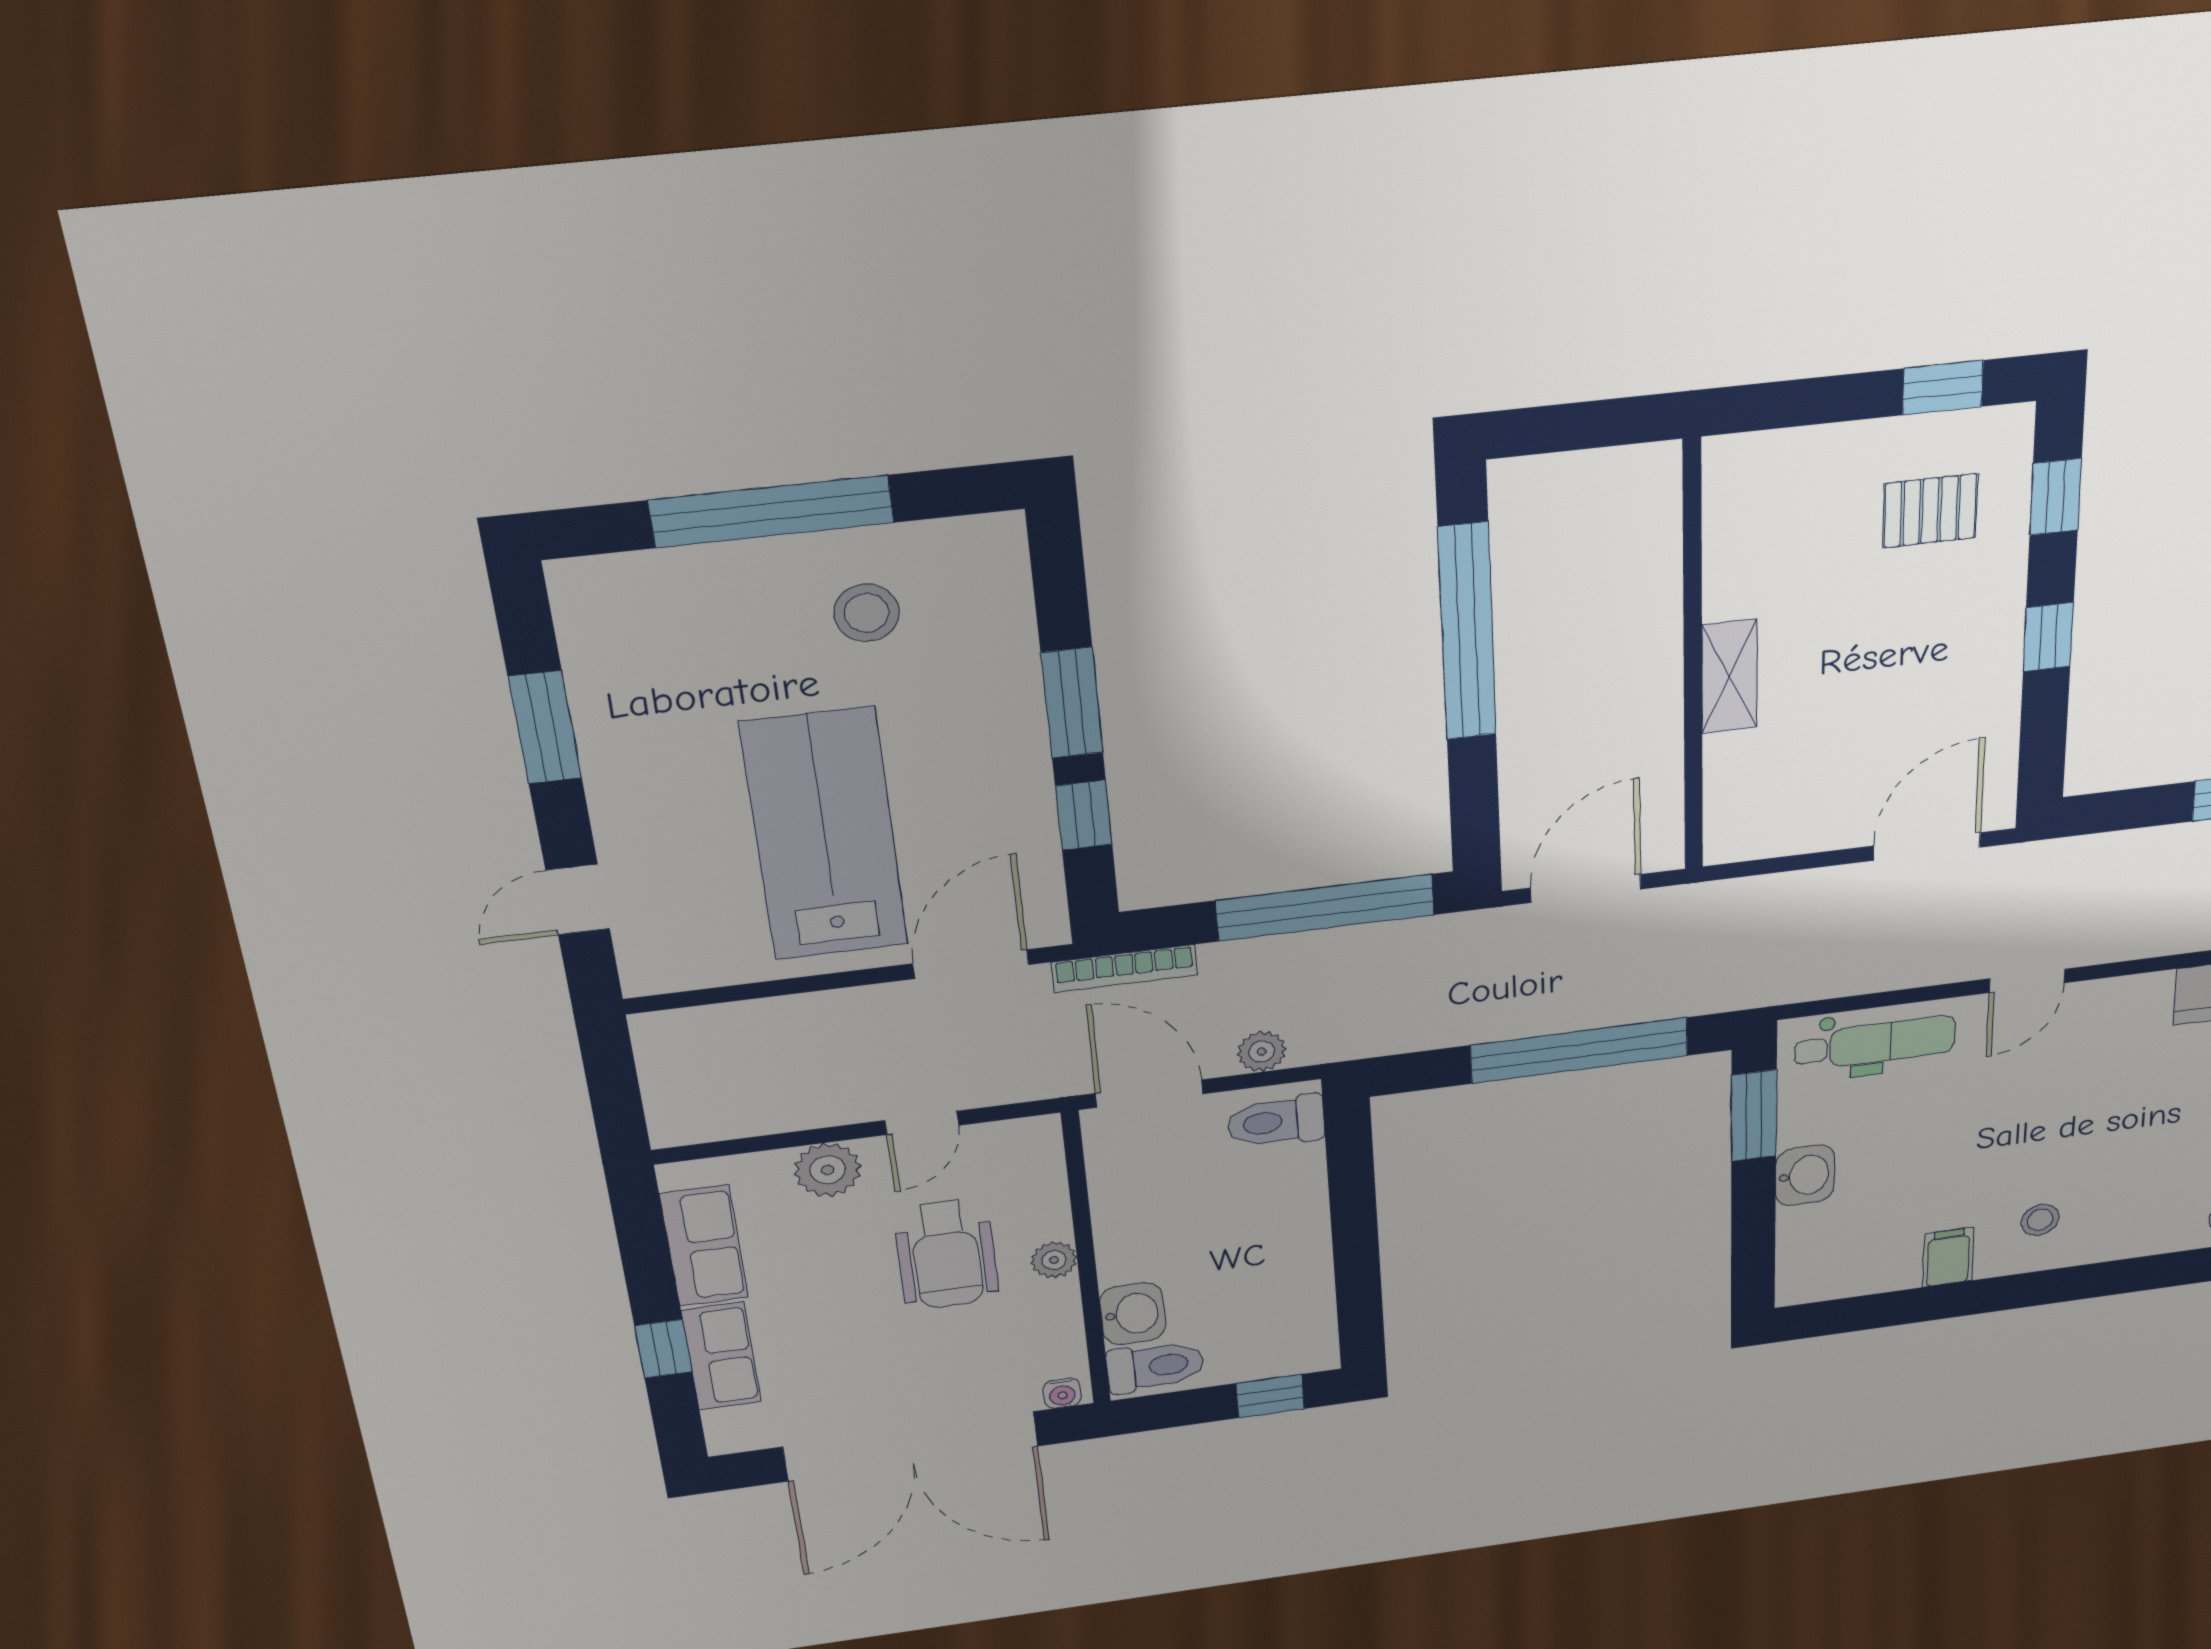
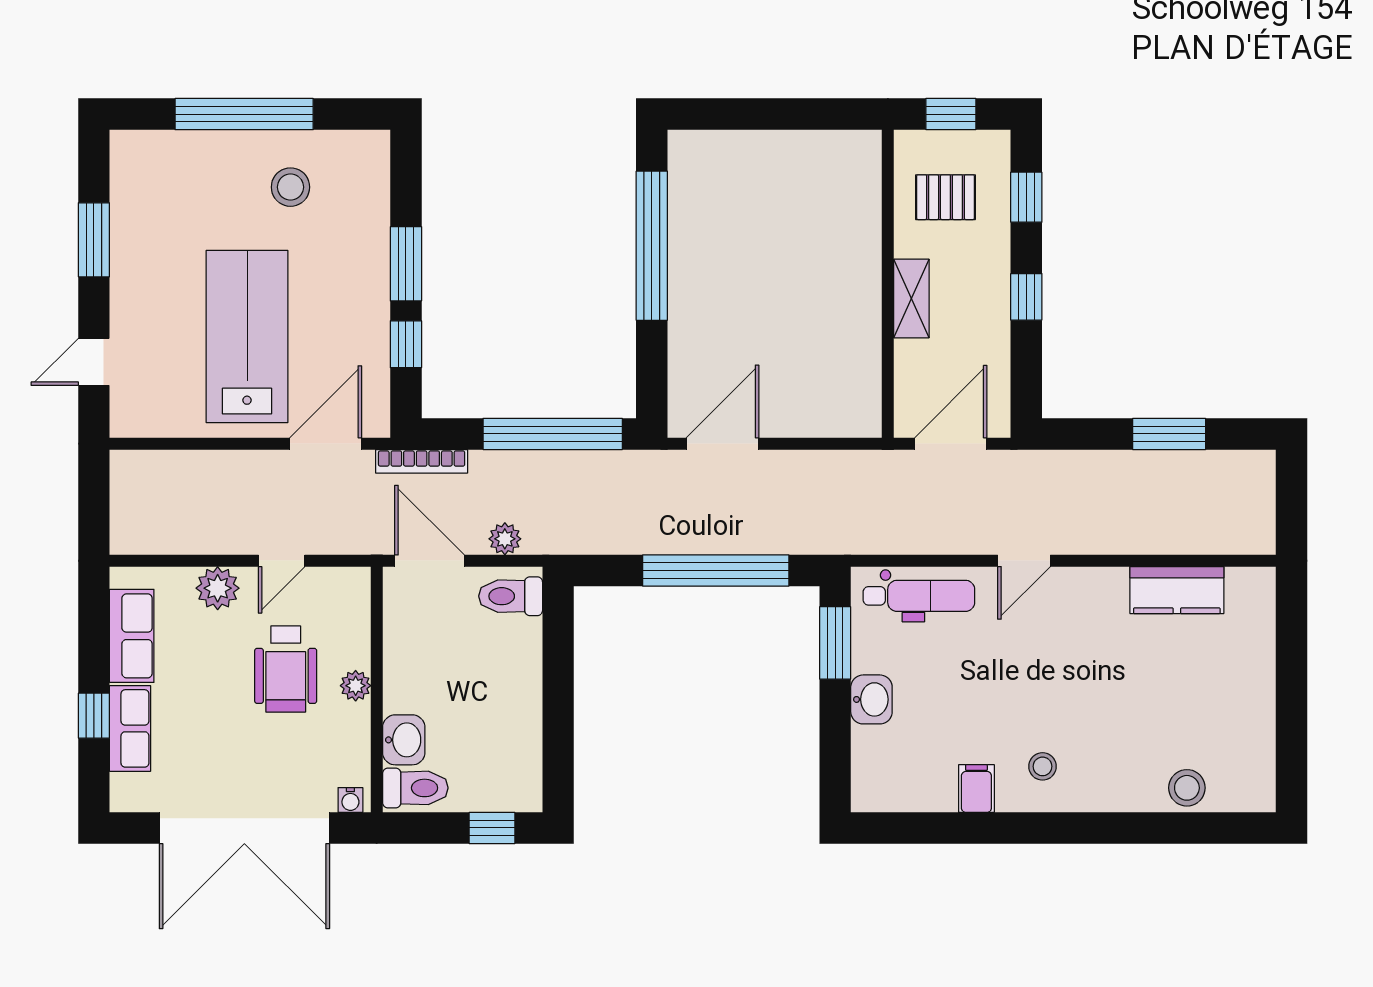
wall: (1693, 660) -> (888, 284), moved
shelving: (1729, 676) -> (911, 299), moved

